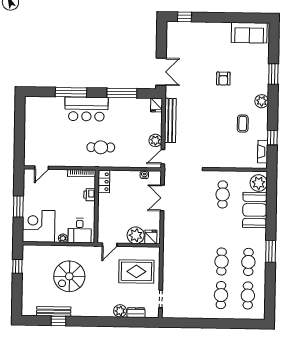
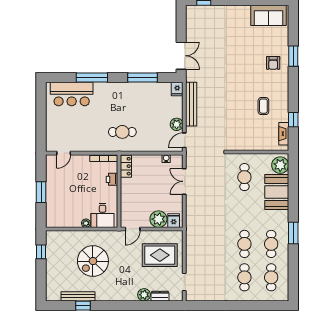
armchair: (223, 79) -> (273, 63), moved
plant: (262, 101) -> (282, 83), removed
bar counter: (86, 109) -> (72, 94), moved
corner desk: (39, 226) -> (62, 212), removed

